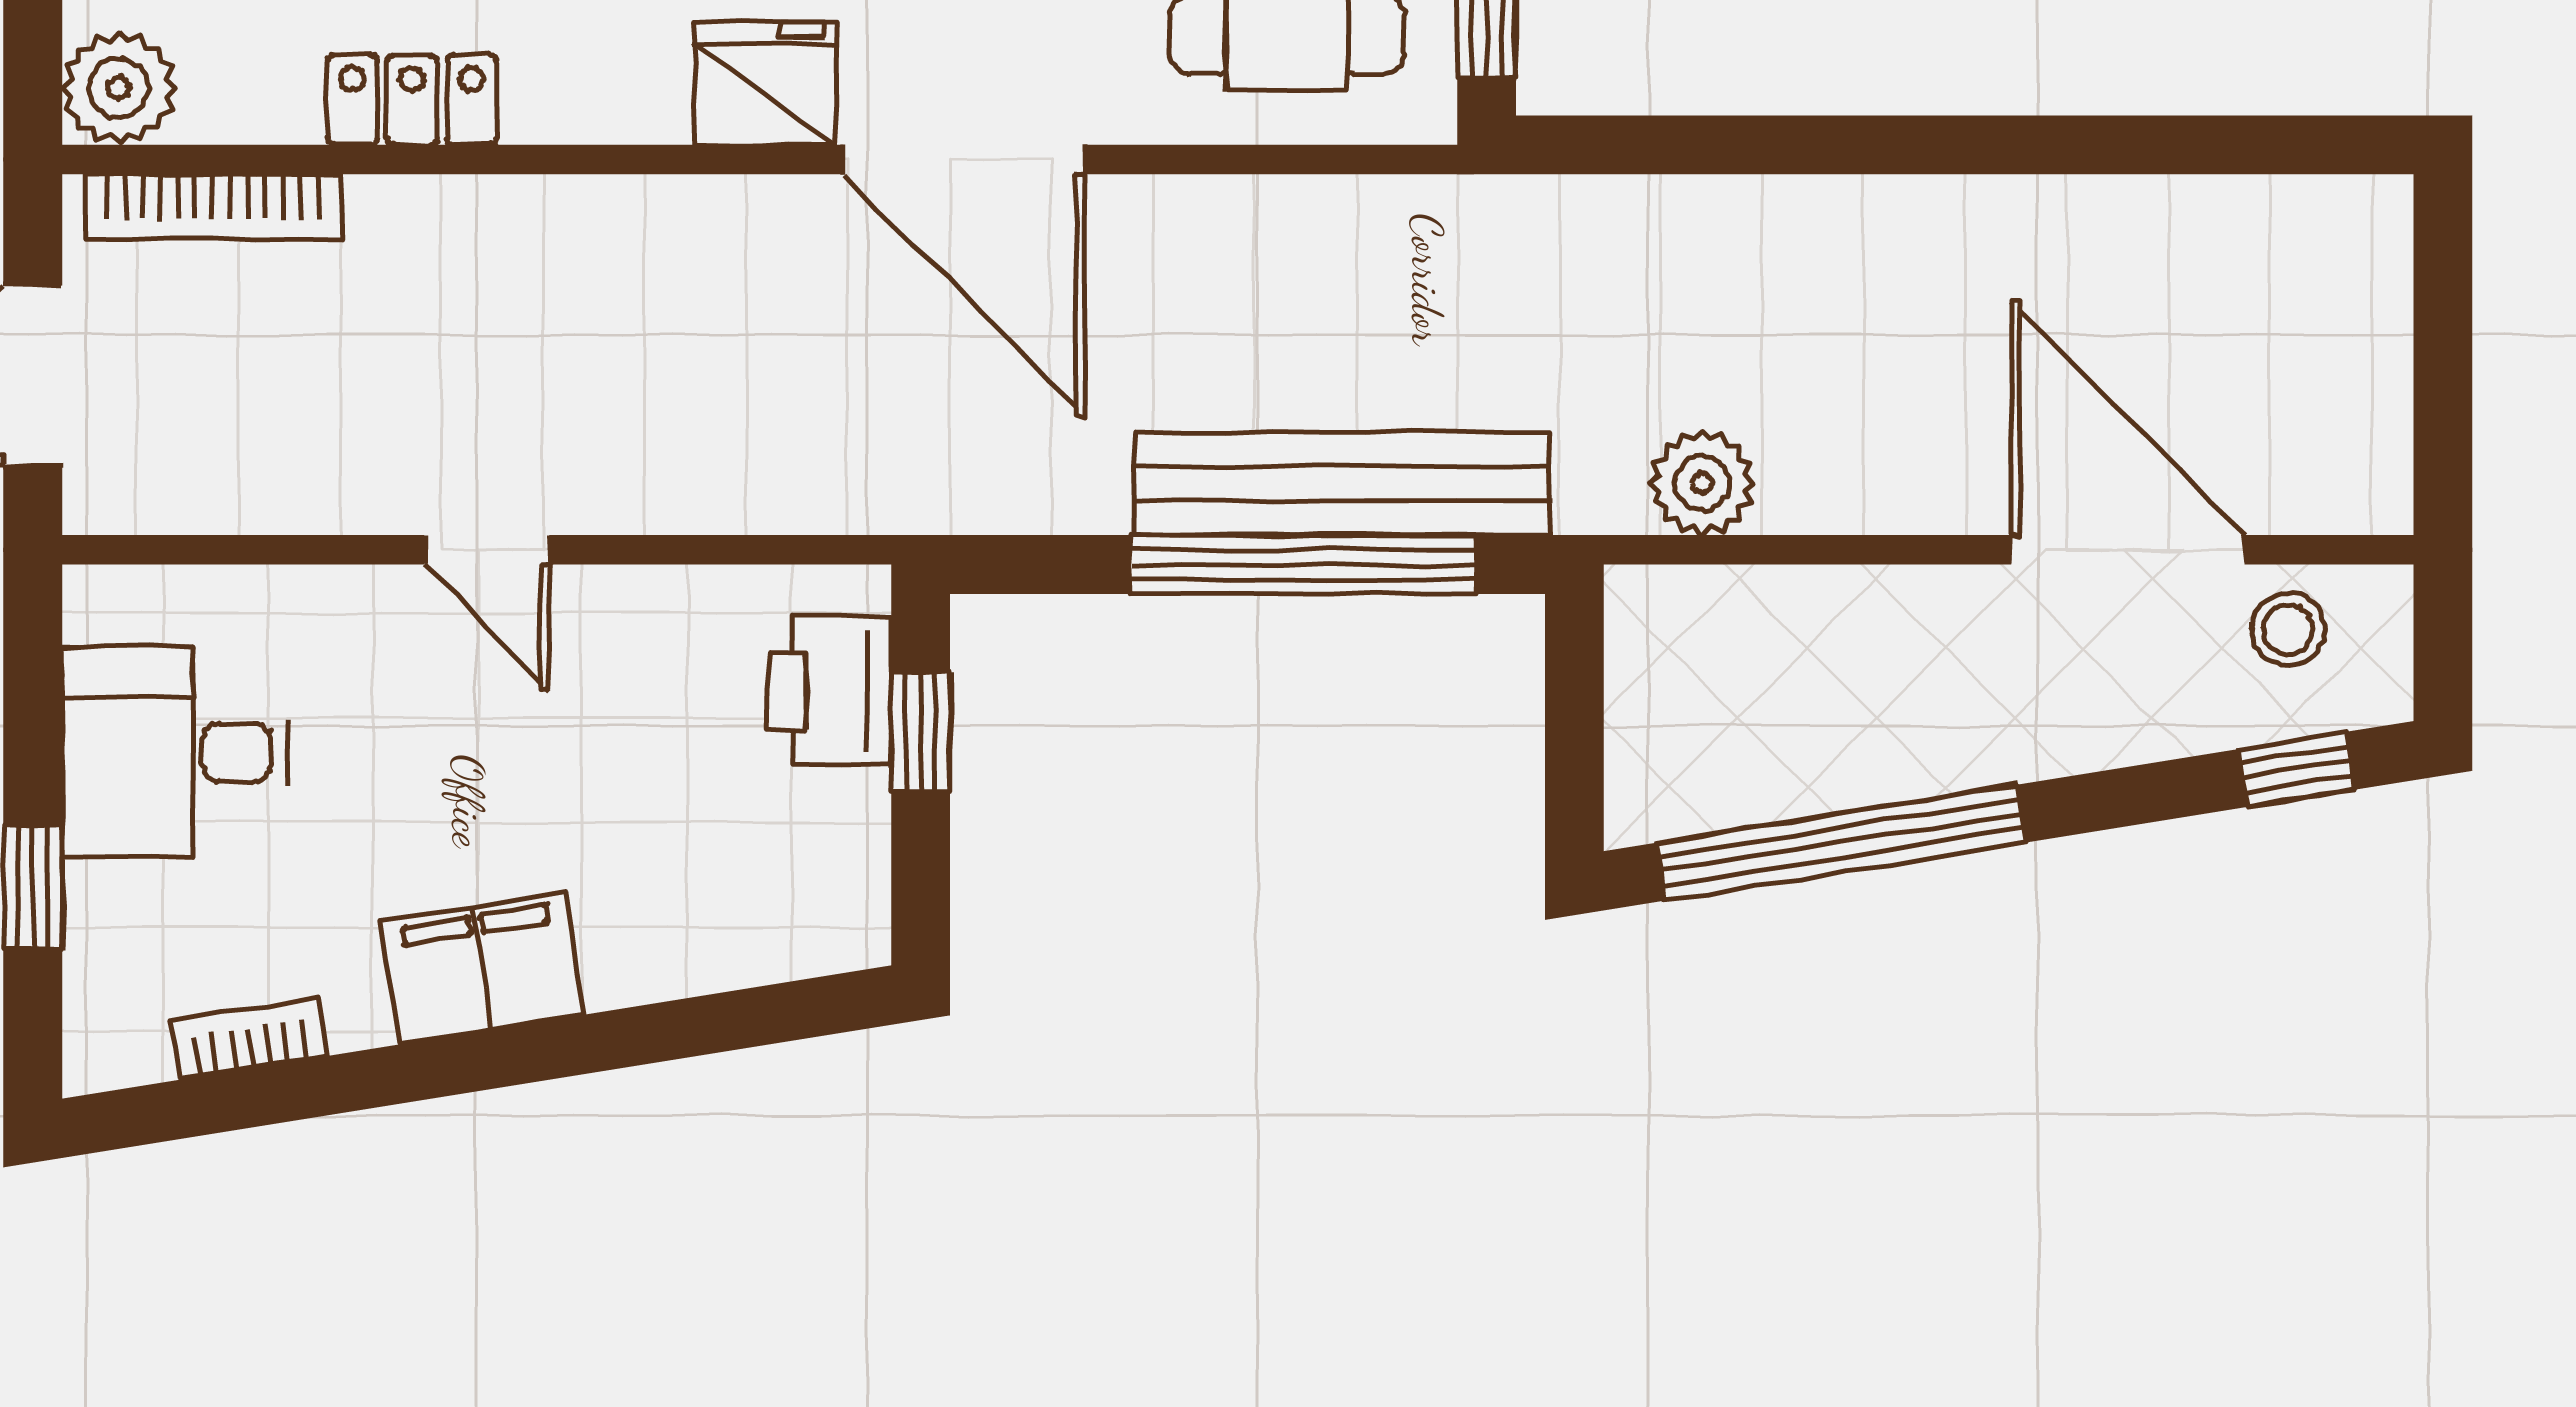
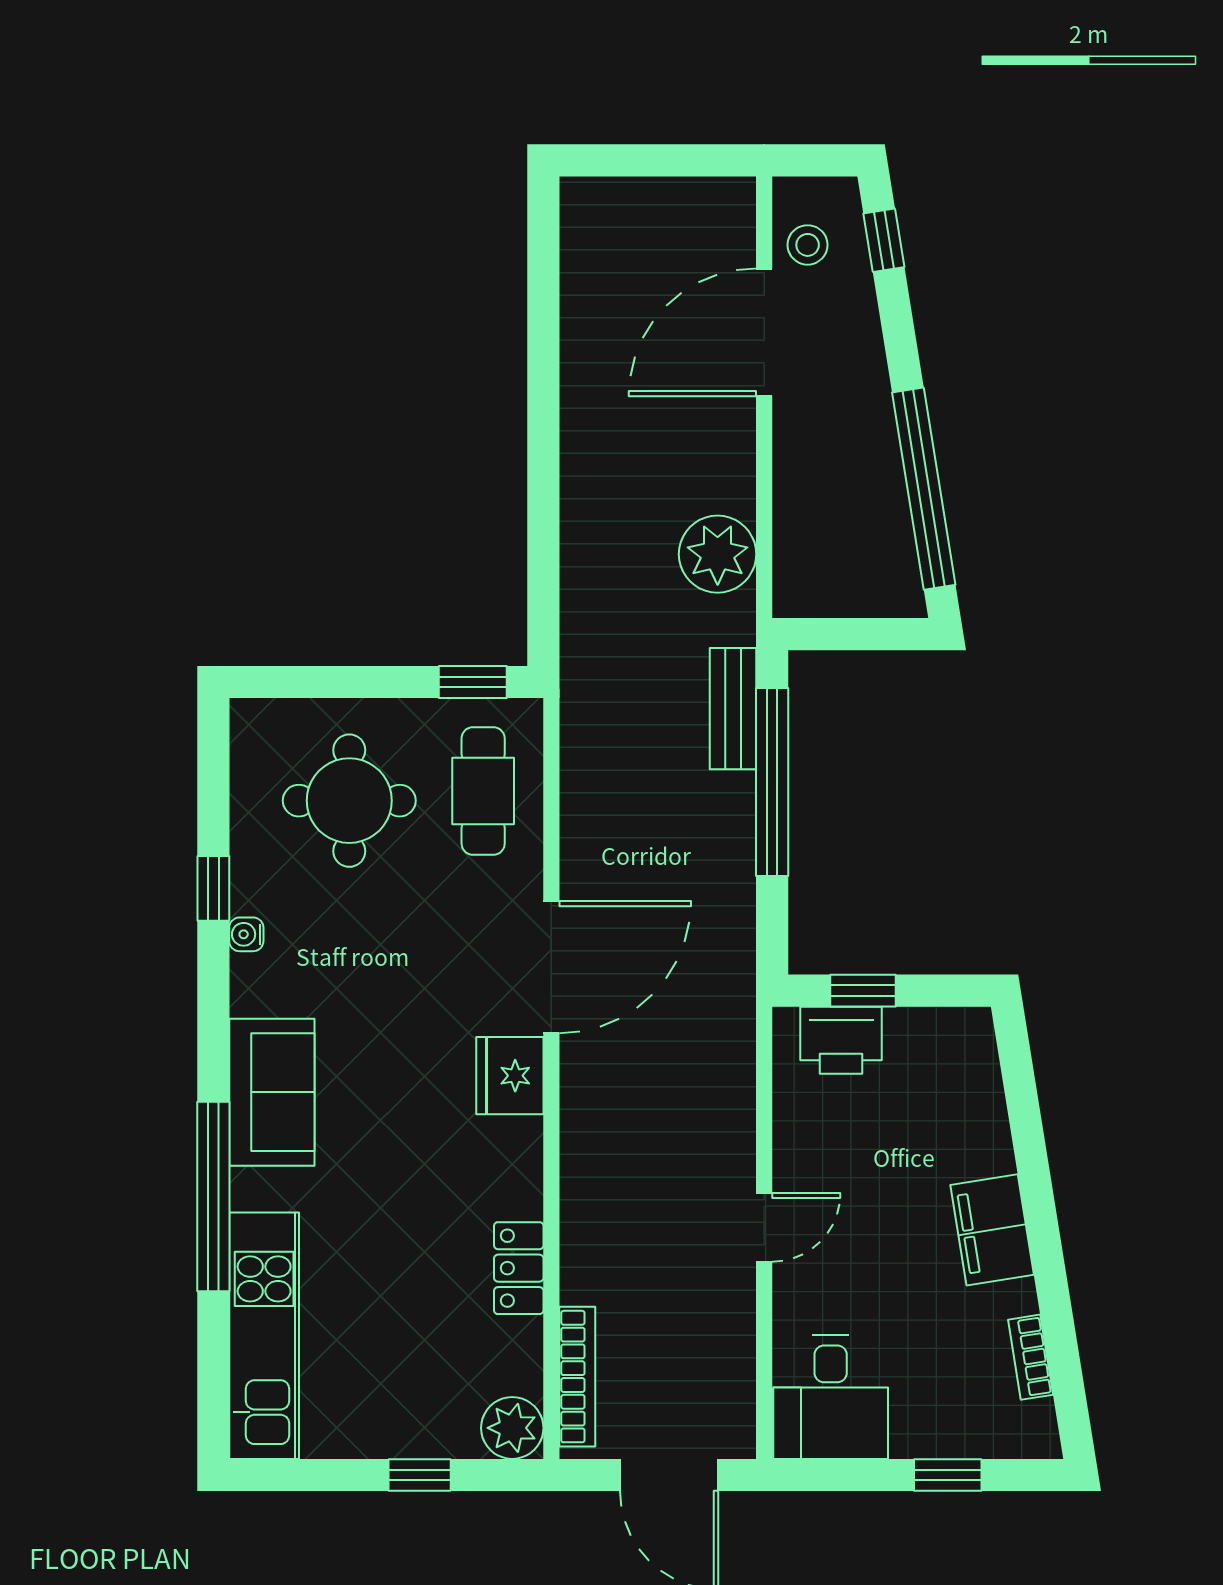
plant: (1702, 483) -> (718, 554), width x1.36, depth x1.36
bench: (1342, 484) -> (733, 709), width x0.54, depth x0.82
desk: (175, 752) -> (831, 1397), moved

